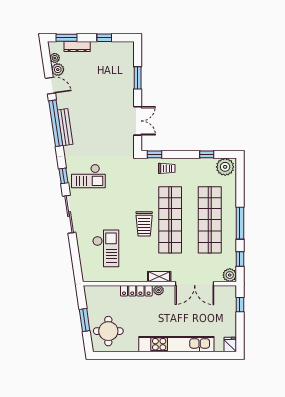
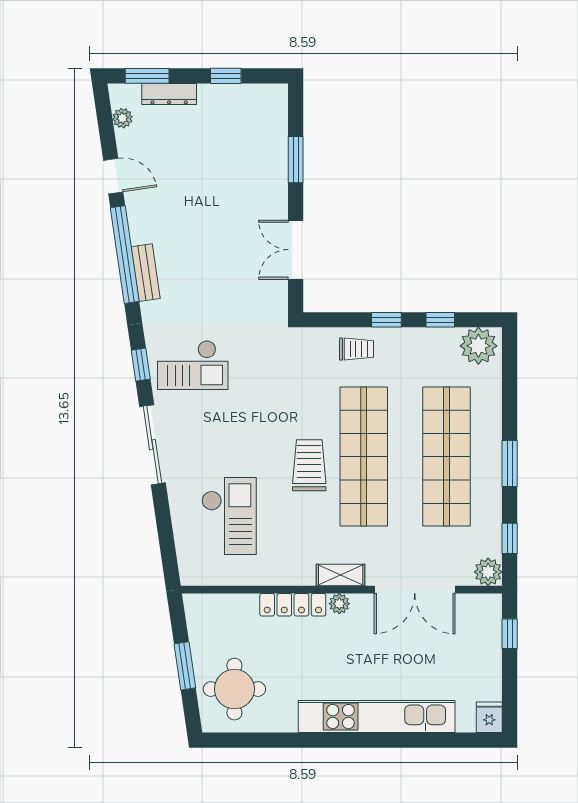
plant: (58, 70) -> (129, 142), removed
double door: (138, 121) -> (296, 250), swing flipped
bench: (65, 127) -> (146, 273), width x0.73
window: (155, 154) -> (386, 320), moved
window: (240, 223) -> (510, 464), width x0.69
trolley: (144, 224) -> (309, 465), turned 180

